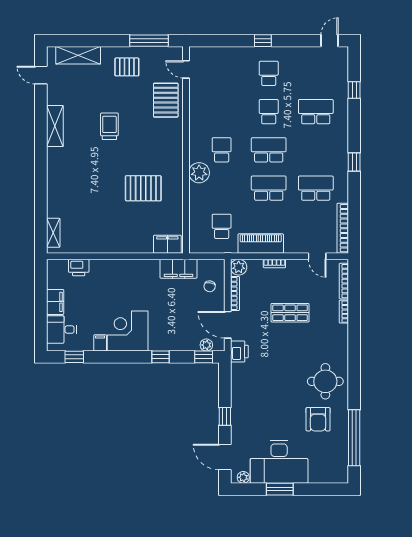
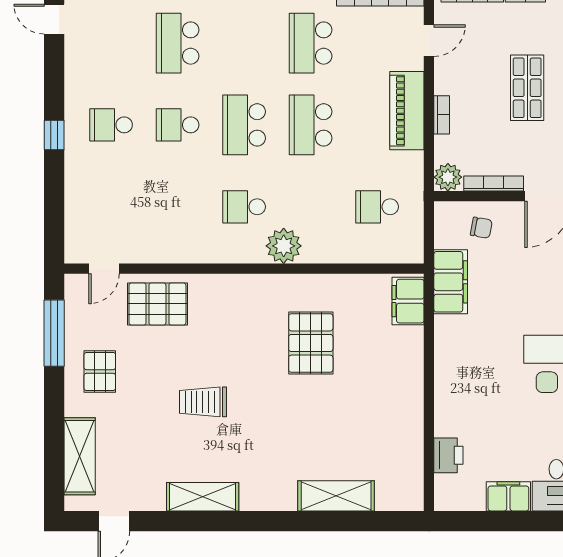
shelving: (53, 233) -> (336, 496), moved, width x1.50, depth x1.33
piano: (261, 244) -> (407, 111), moved

